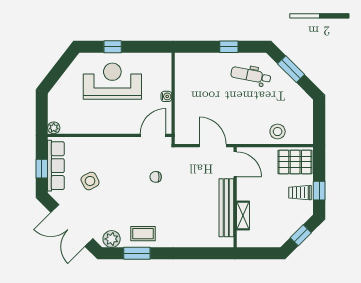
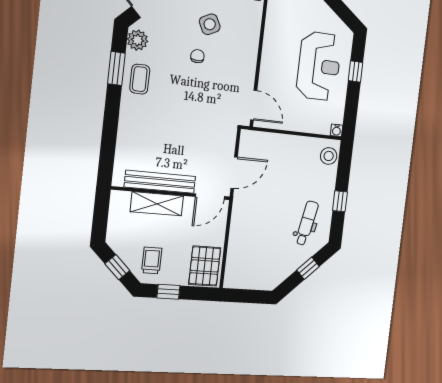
window: (291, 69) -> (308, 268), width x0.67
water cooler: (166, 96) -> (337, 130), moved
stool: (278, 132) -> (329, 156), moved
chair: (156, 177) -> (197, 56), moved
trolley: (300, 193) -> (152, 260), moved
shelving: (243, 216) -> (157, 204), width x1.50, depth x1.33

